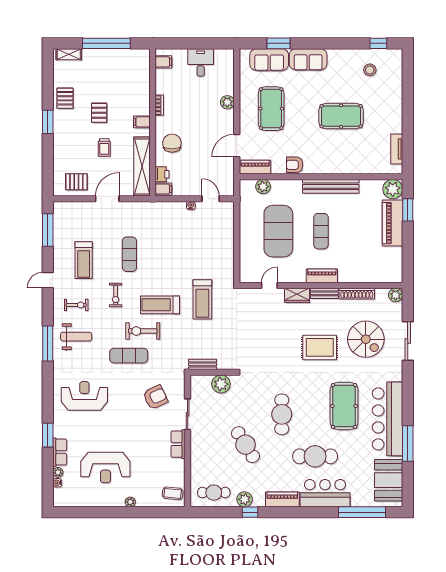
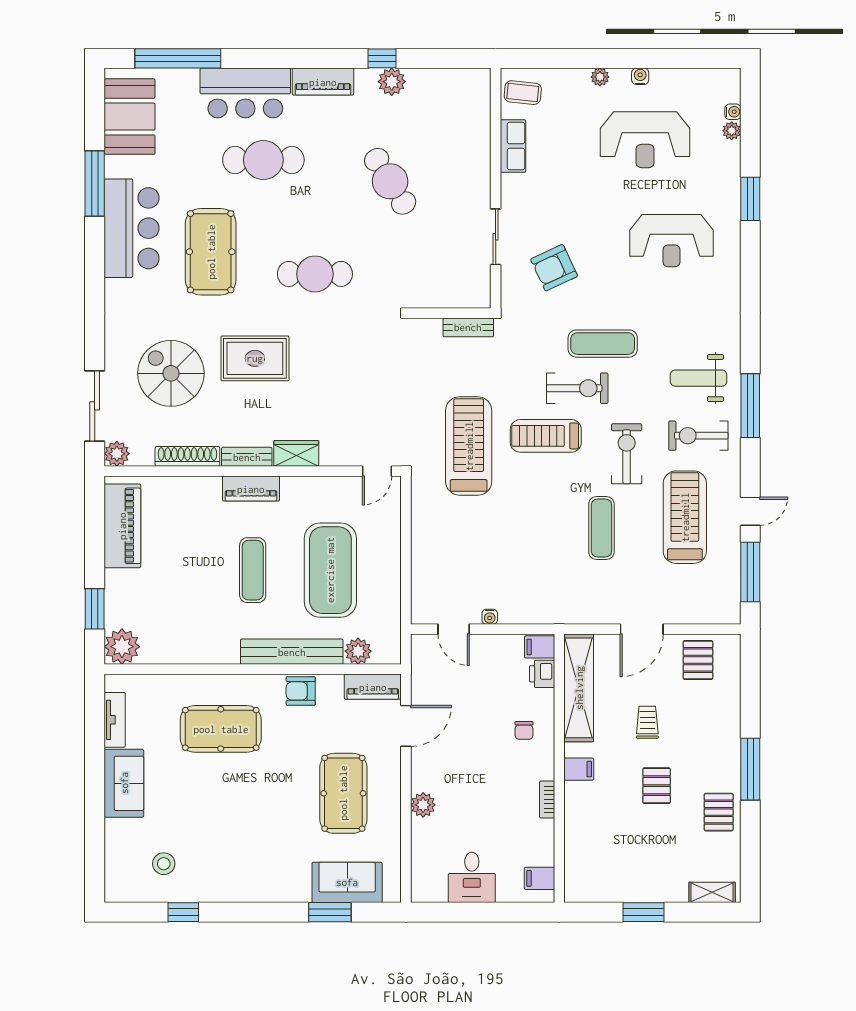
window: (106, 43) -> (643, 912), width x0.47
window: (378, 43) -> (183, 912), moved
sofa: (308, 59) -> (124, 783), moved, turned 90
pool table: (341, 116) -> (221, 729), moved
window: (48, 122) -> (750, 769), width x1.44
chair: (172, 143) -> (524, 730), width x0.54, depth x0.54
armchair: (295, 165) -> (301, 691), turned 180
pallet: (76, 182) -> (698, 660), turned 90
bench: (331, 186) -> (292, 652), moved
piano: (393, 223) -> (122, 526), moved
treadmill: (84, 260) -> (685, 517), width x1.37, depth x1.38
door: (48, 280) -> (750, 511), moved
door: (269, 286) -> (377, 471), moved
exercise bike: (116, 295) -> (627, 454), width x1.38, depth x1.39
treadmill: (202, 299) -> (469, 446), width x1.37, depth x1.37
exercise bike: (76, 305) -> (698, 436), width x1.38, depth x1.39
treadmill: (160, 305) -> (546, 436), turned 180
sliding door: (408, 341) -> (95, 406), moved
window: (48, 343) -> (750, 406), moved
plant: (221, 384) -> (435, 292), removed
reception desk: (84, 396) -> (672, 241), moved
cafe table: (282, 414) -> (315, 274), moved, turned 90
bar counter: (387, 419) -> (132, 228), width x0.73
row of seats: (178, 444) -> (513, 146), moved
row of seats: (60, 452) -> (728, 168), removed
reception desk: (105, 468) -> (645, 140), turned 180
cafe table: (214, 493) -> (448, 94), removed
water cooler: (108, 502) -> (640, 76), added

